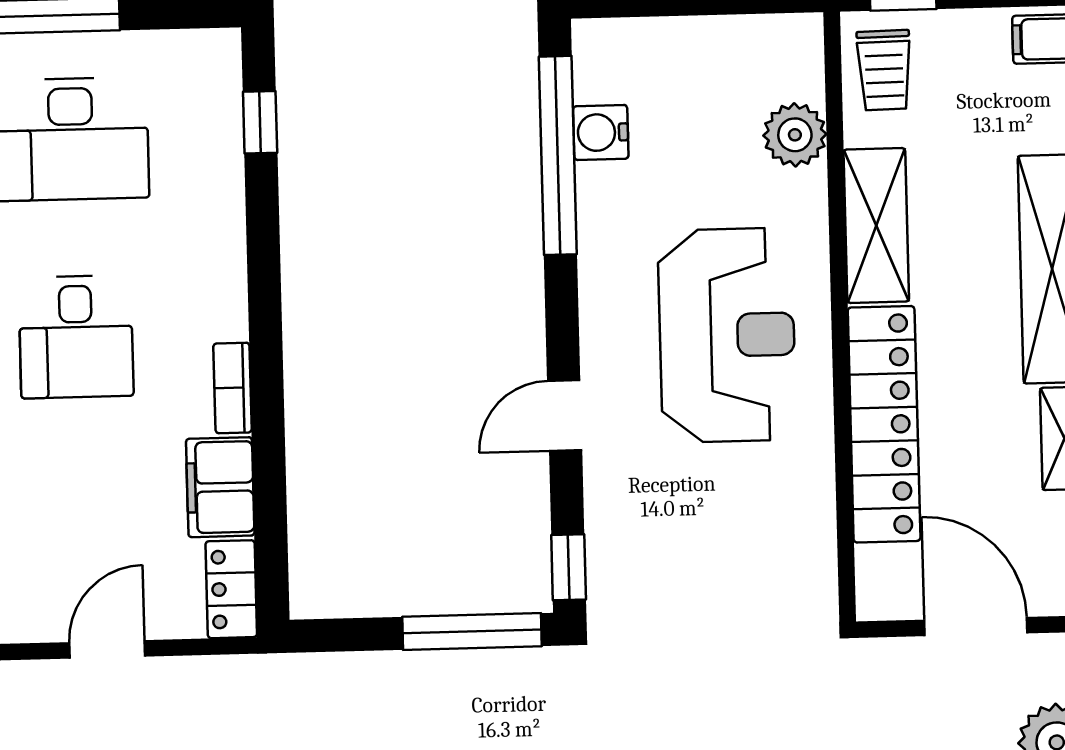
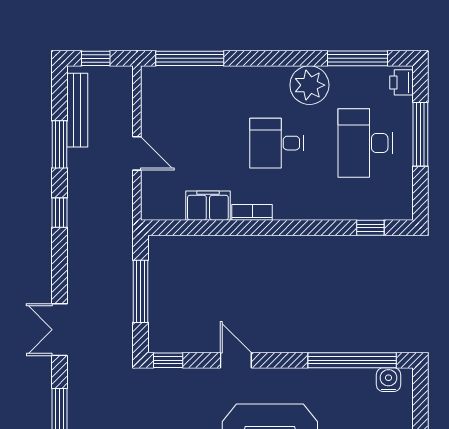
water cooler: (601, 132) -> (388, 380), moved
locker: (231, 589) -> (162, 209), removed
window: (472, 632) -> (141, 291), moved

